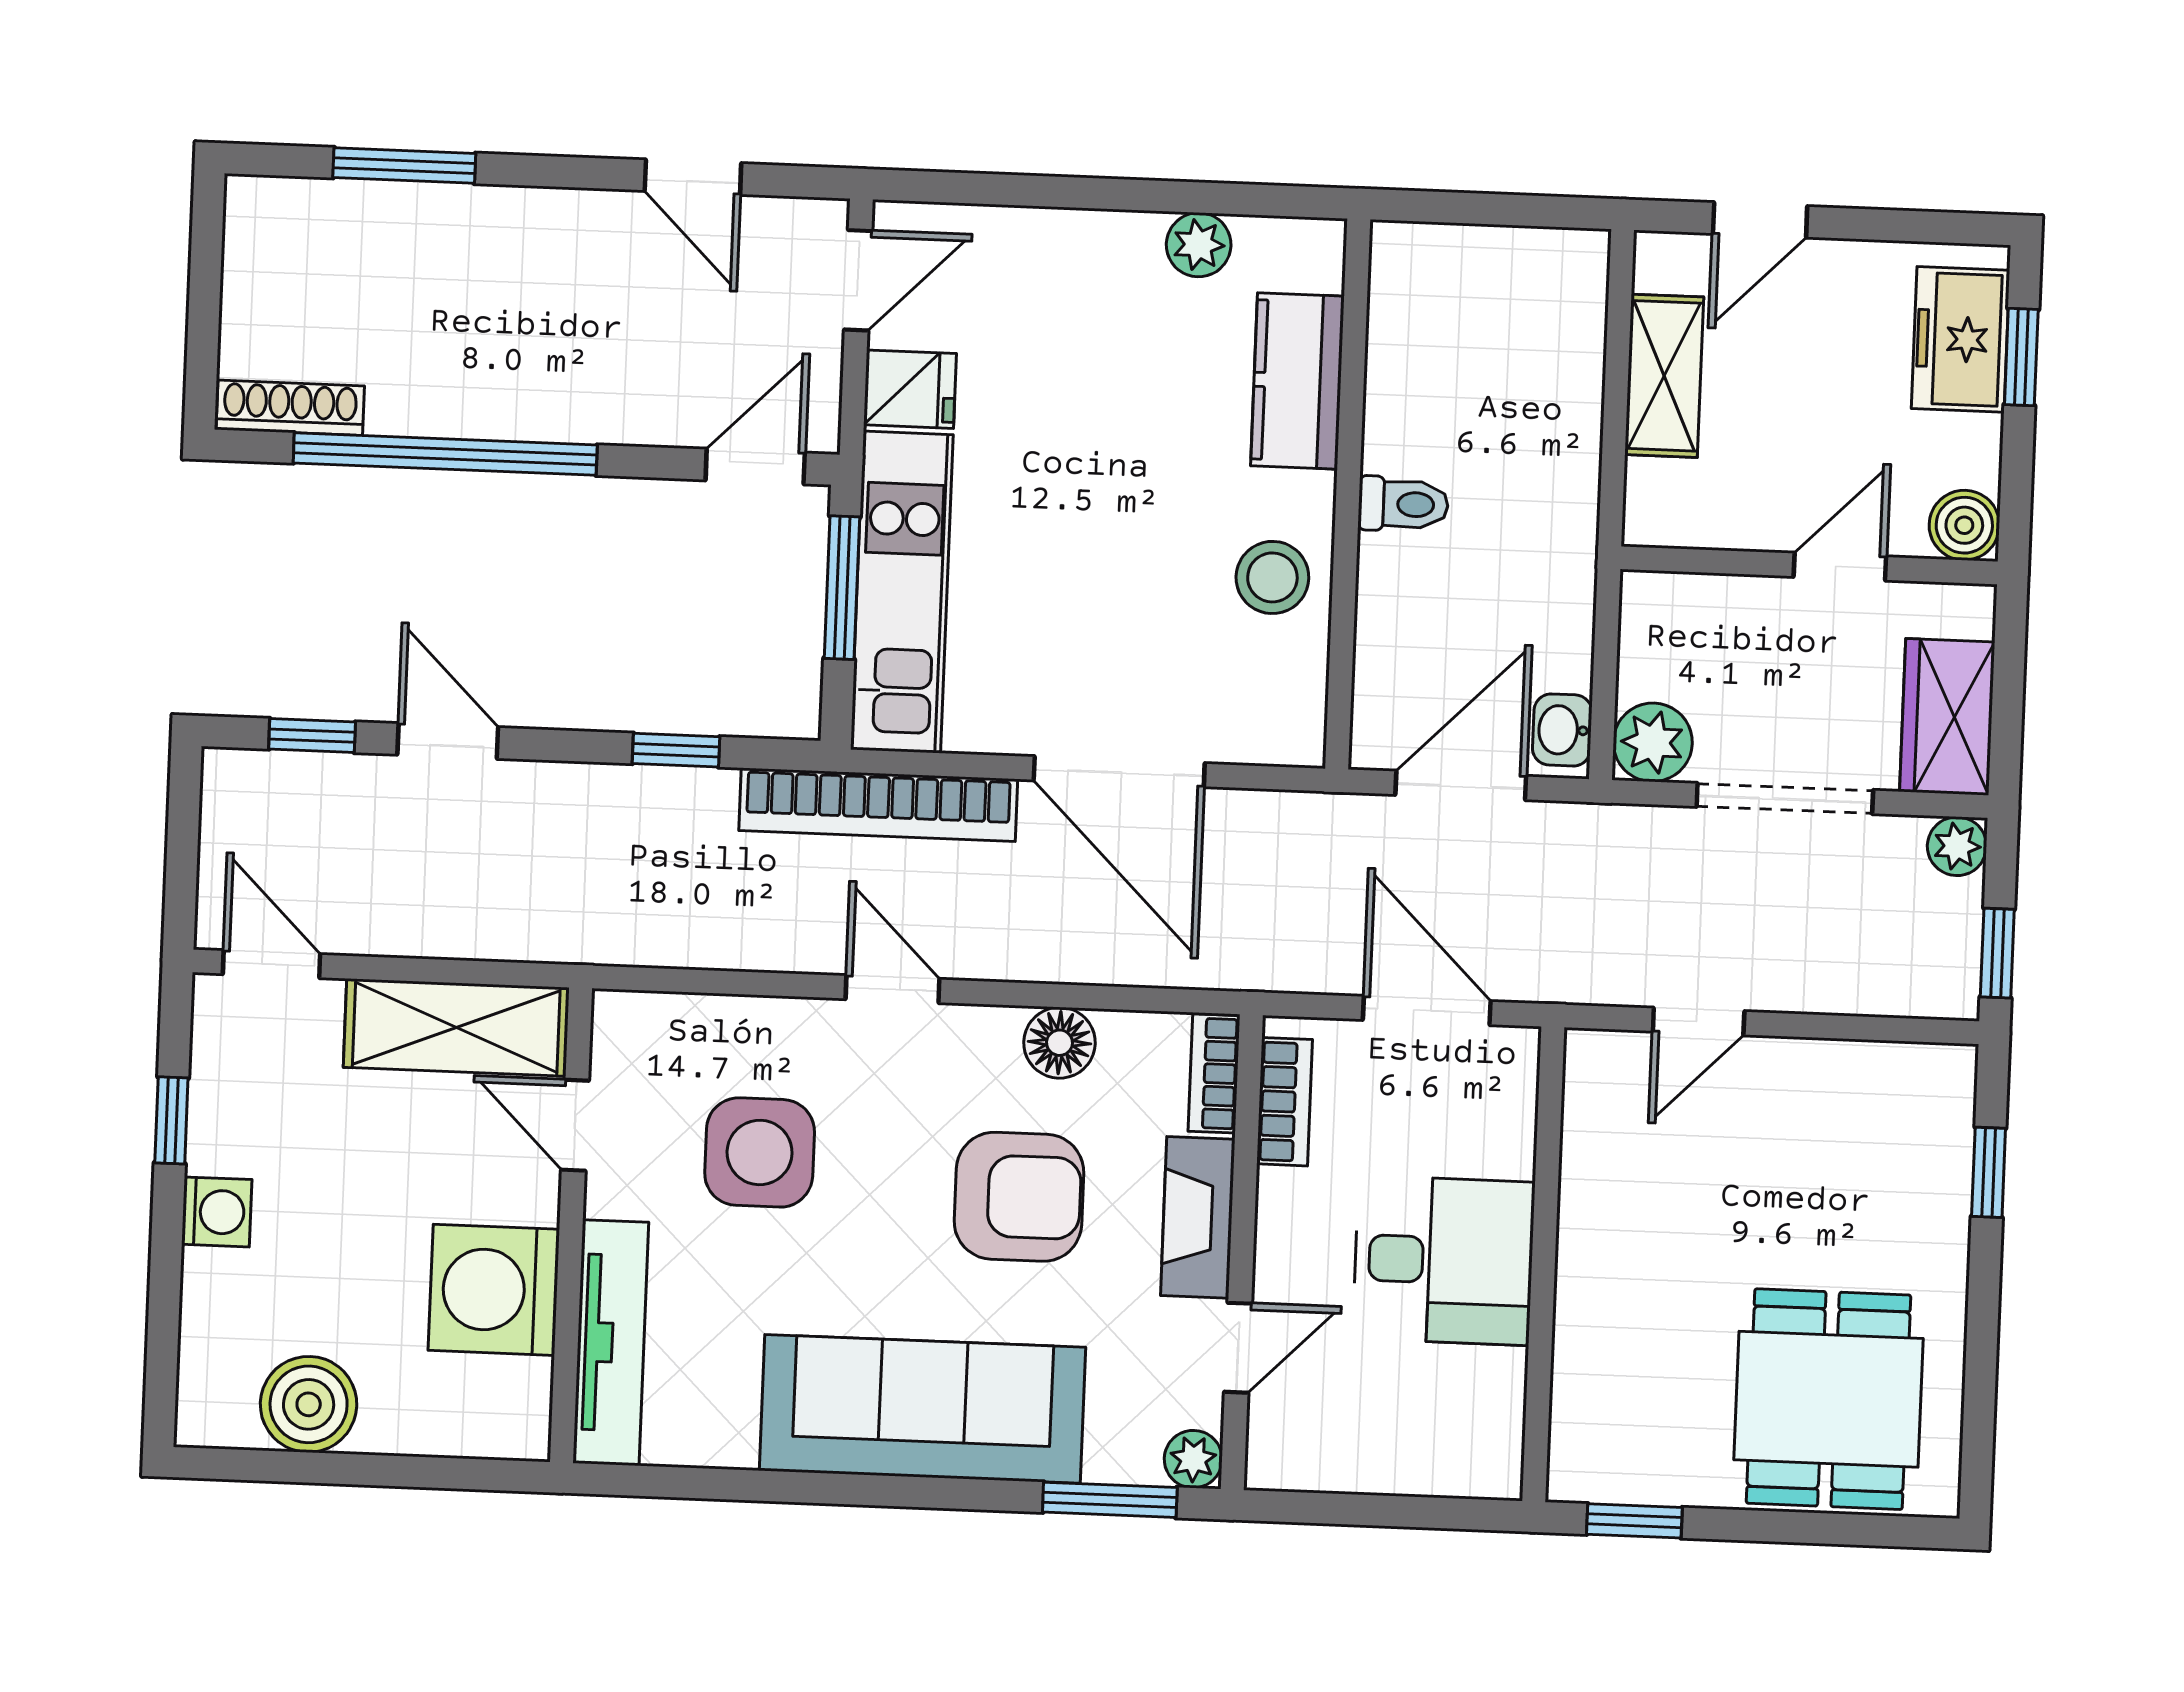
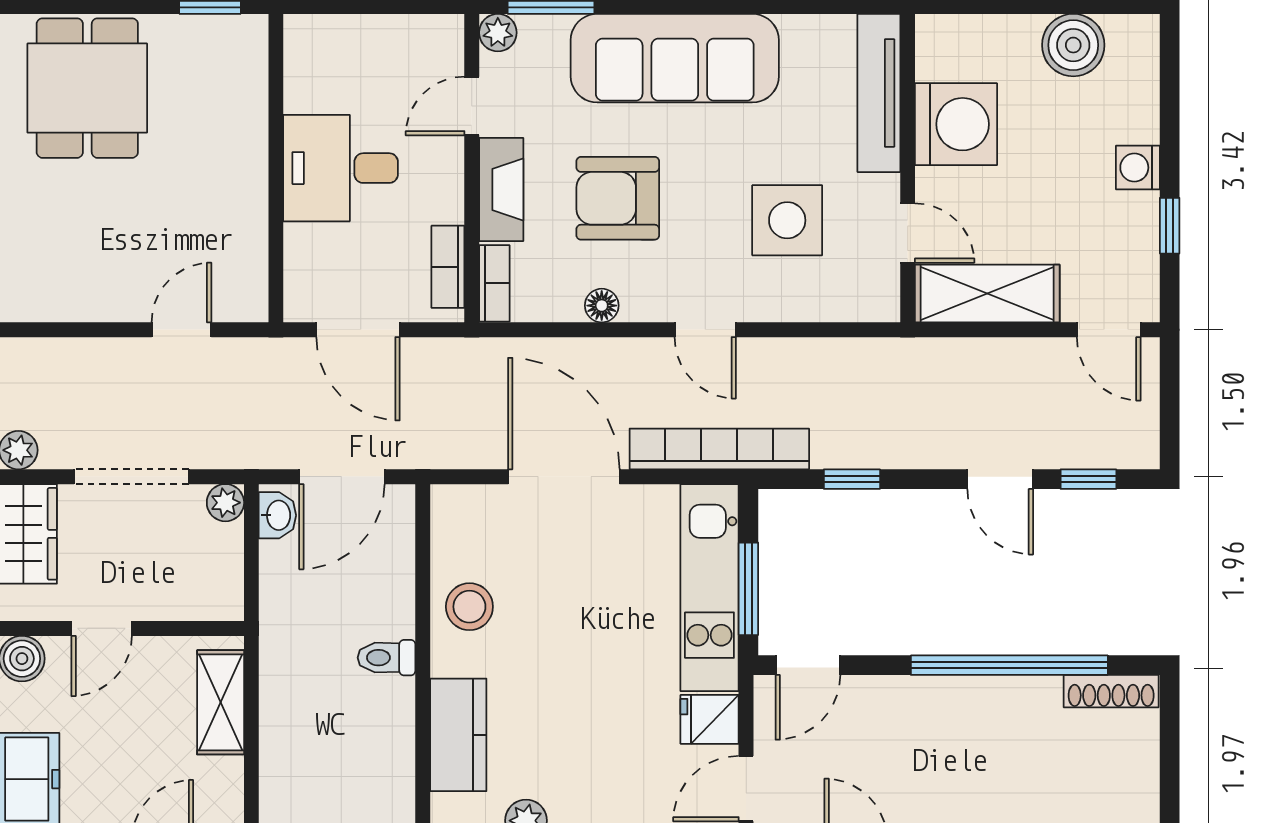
shelving: (1664, 376) -> (221, 702), moved
plant: (1653, 742) -> (225, 503), width x0.73, depth x0.73
floor lamp: (1060, 1043) -> (602, 306), width x0.73, depth x0.73

